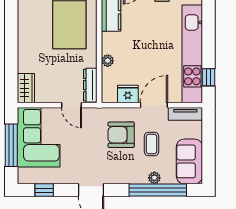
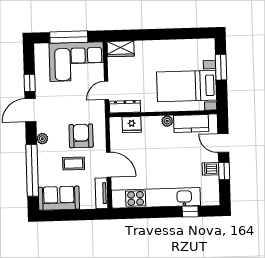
plant: (108, 61) -> (167, 121), moved
window: (209, 77) -> (190, 212), moved
fridge: (128, 94) -> (132, 125), moved, turned 90
plant: (154, 178) -> (42, 139), moved
window: (44, 190) -> (30, 83), moved

